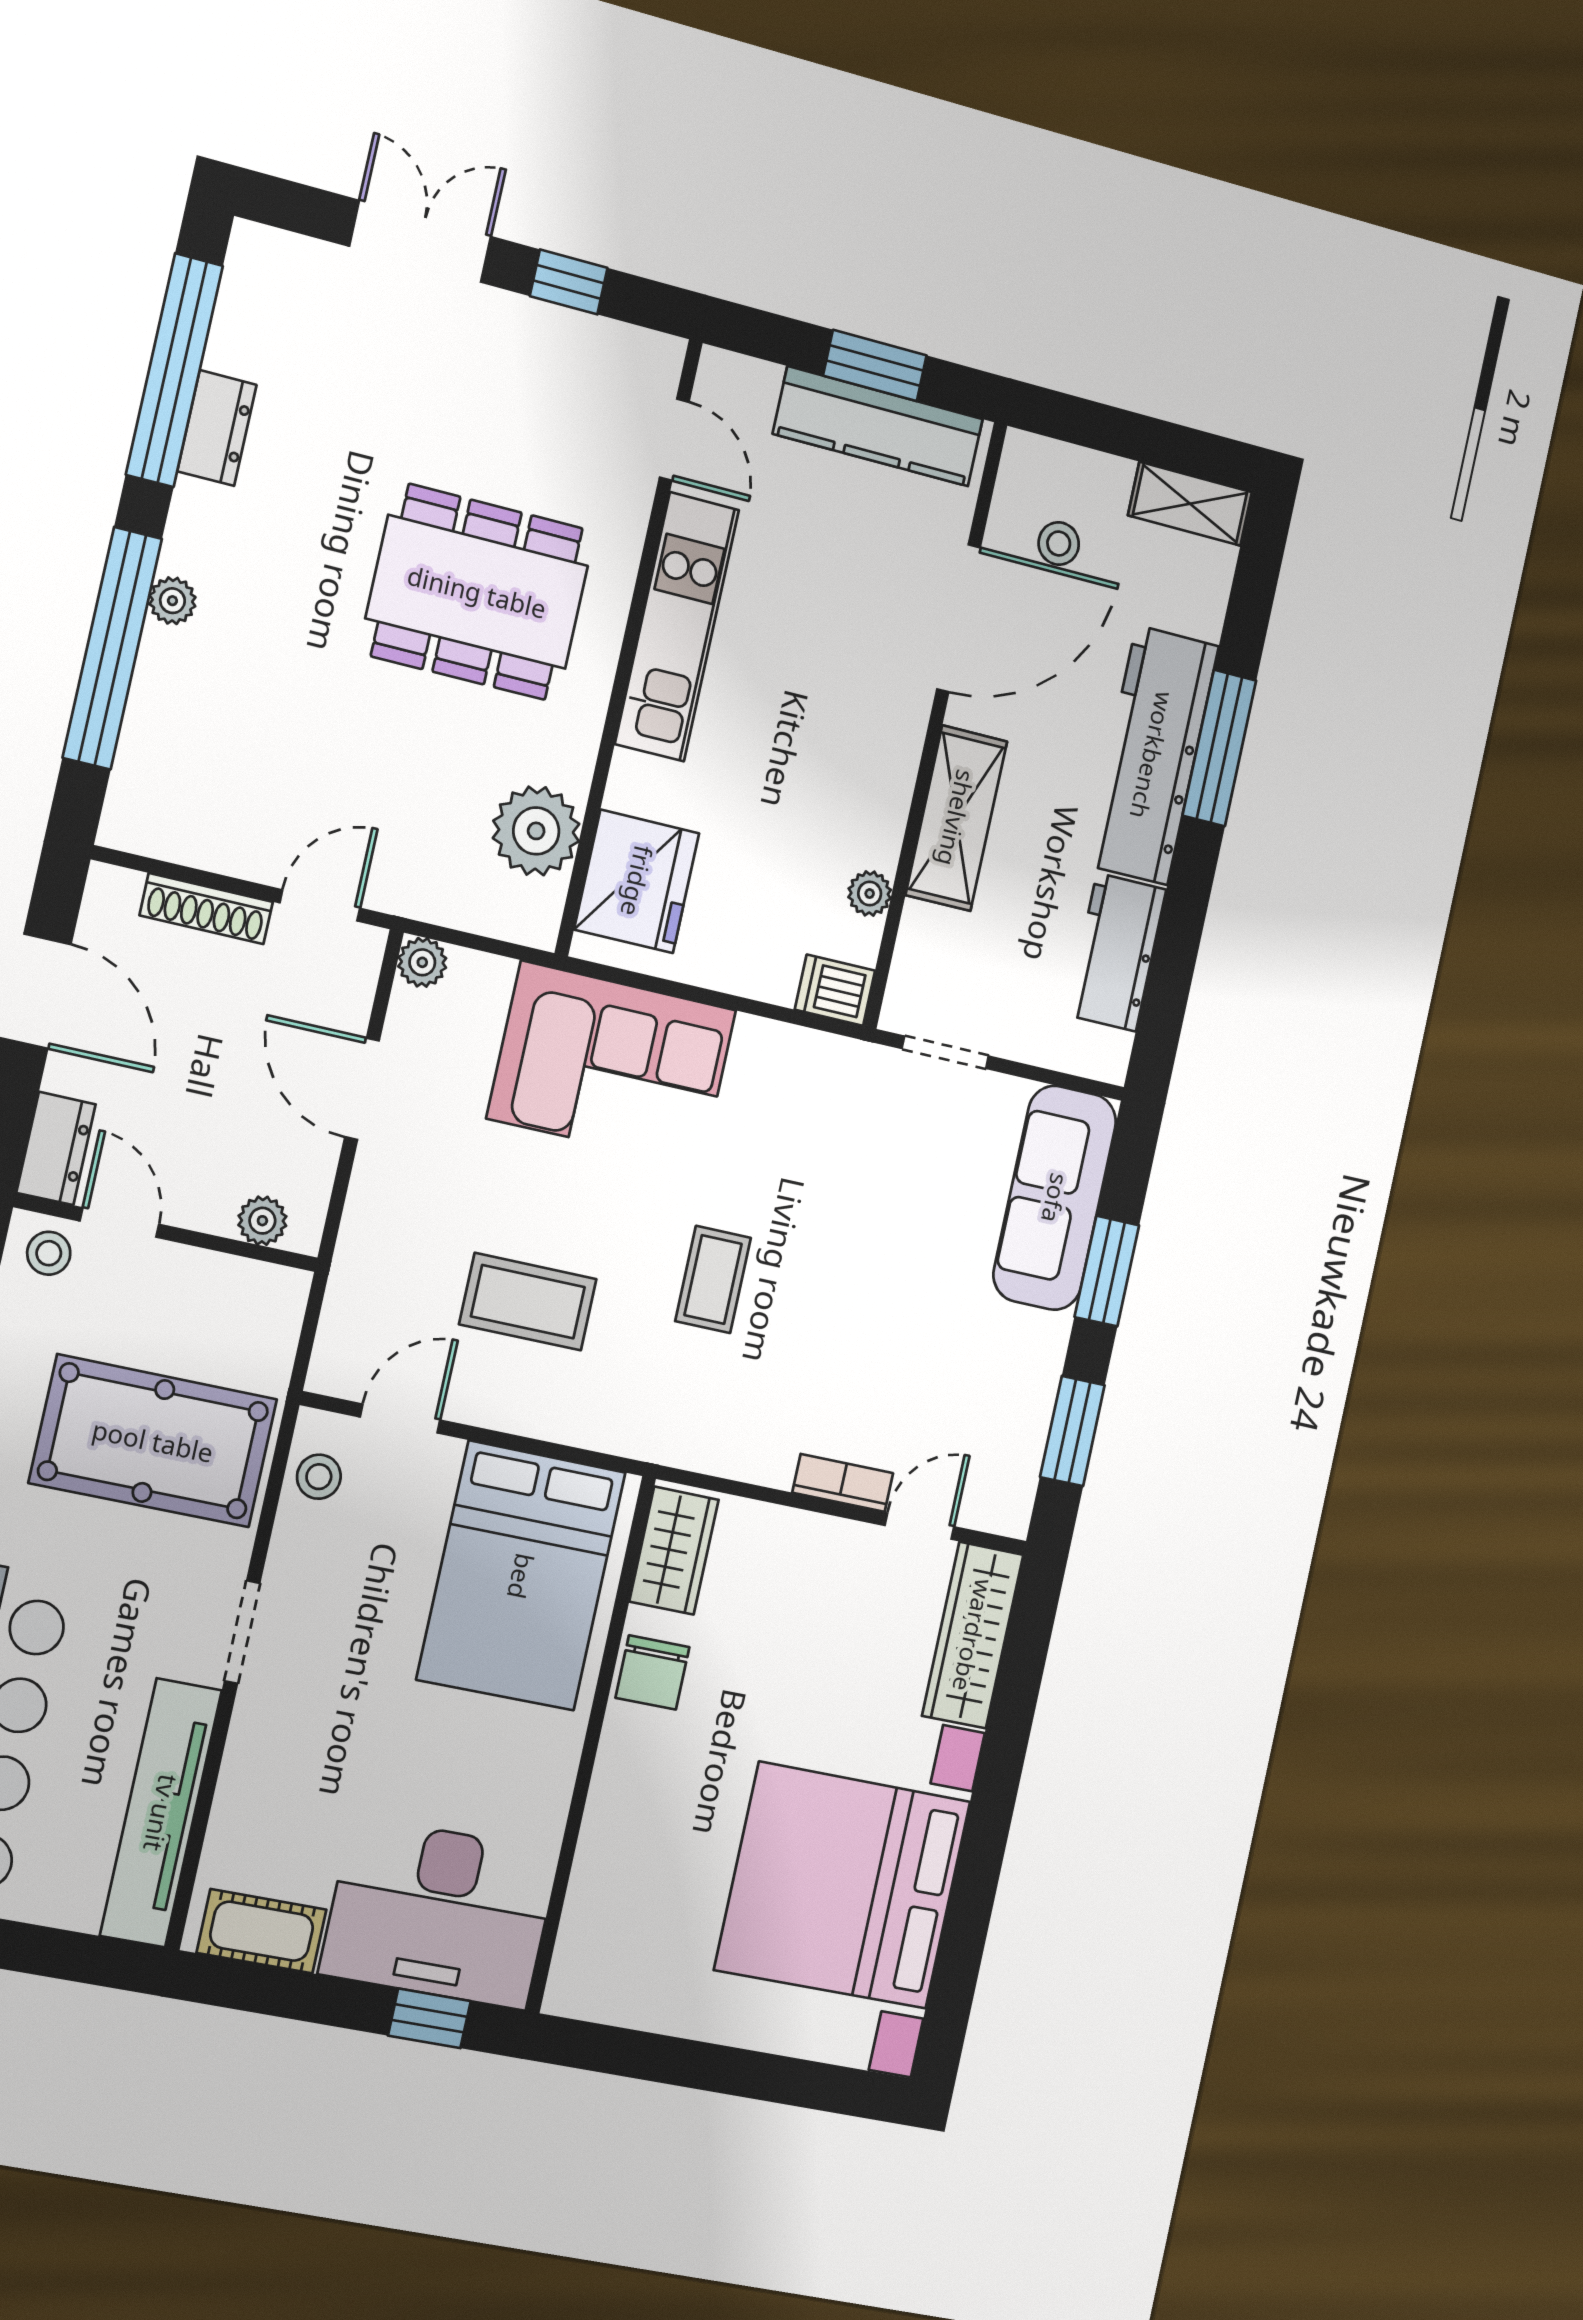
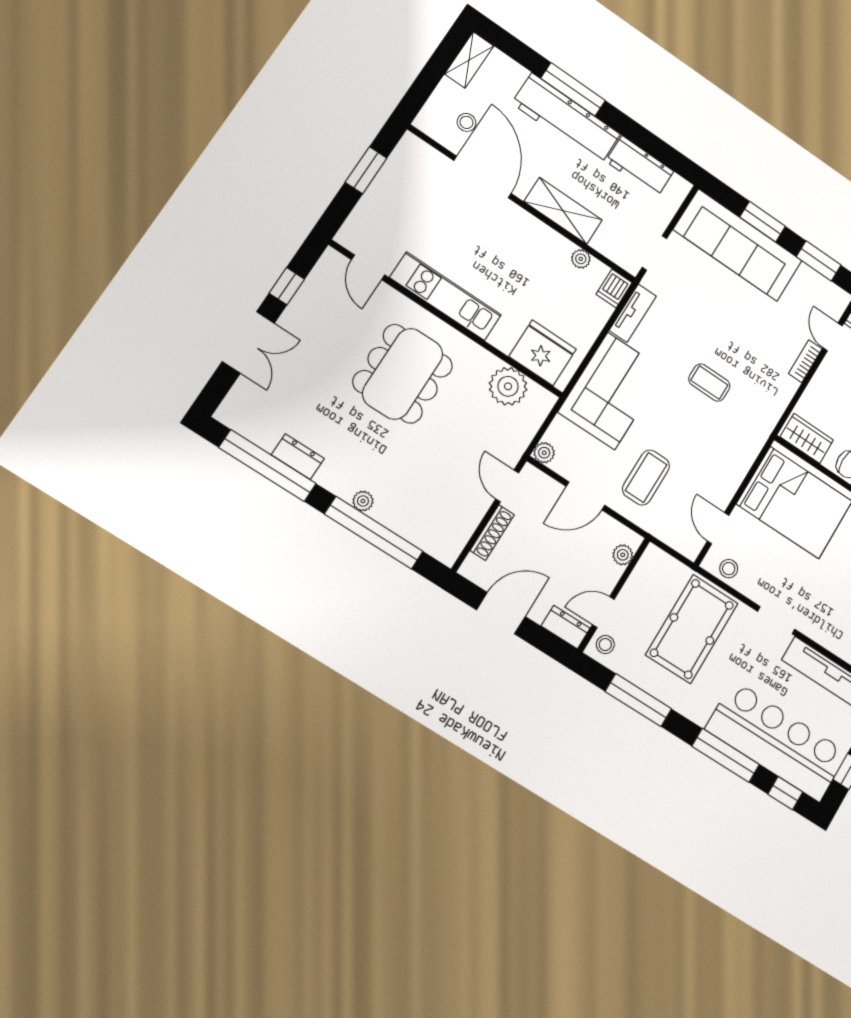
double door: (420, 241) -> (248, 342), swing flipped
kitchen counter: (878, 426) -> (392, 179), removed
door: (674, 440) -> (368, 267), swing flipped
tv unit: (798, 1051) -> (633, 313), added
sofa: (1055, 1198) -> (738, 245), width x1.36, depth x1.27
coffee table: (528, 1302) -> (646, 478), moved

